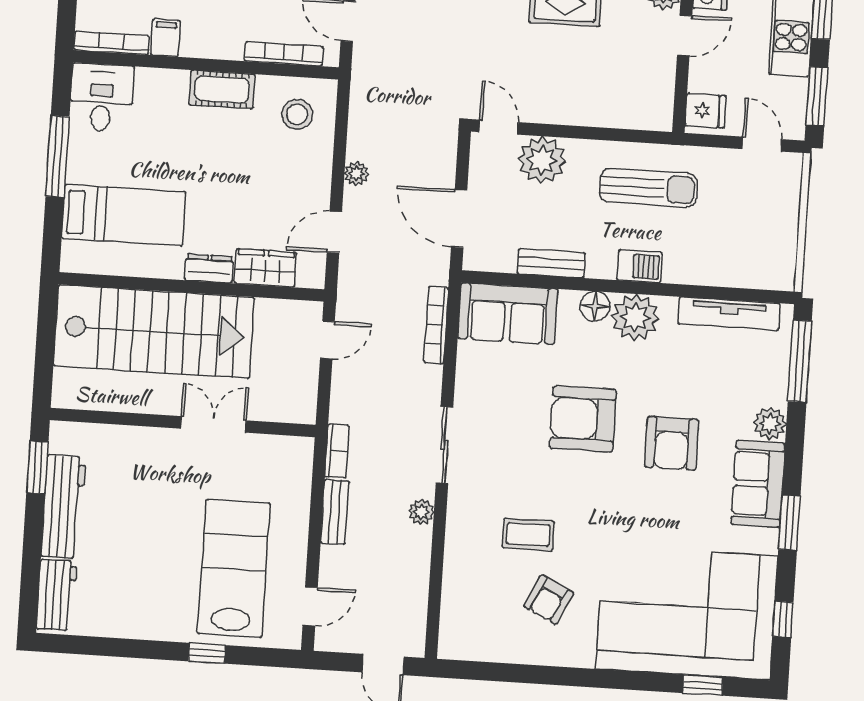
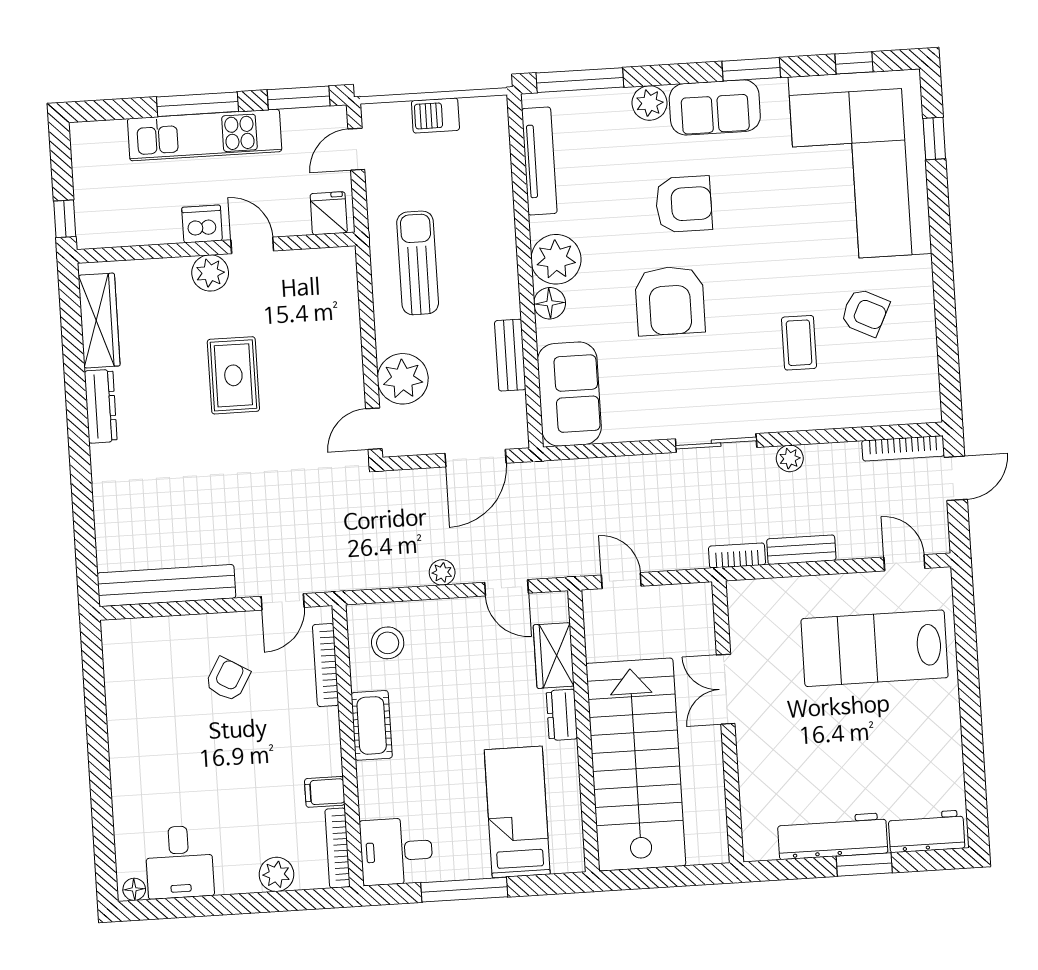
barbecue: (640, 266) -> (435, 115), moved, turned -90
bookcase: (436, 325) -> (903, 448), moved
window: (37, 467) -> (864, 864), moved
window: (207, 653) -> (967, 665), removed

